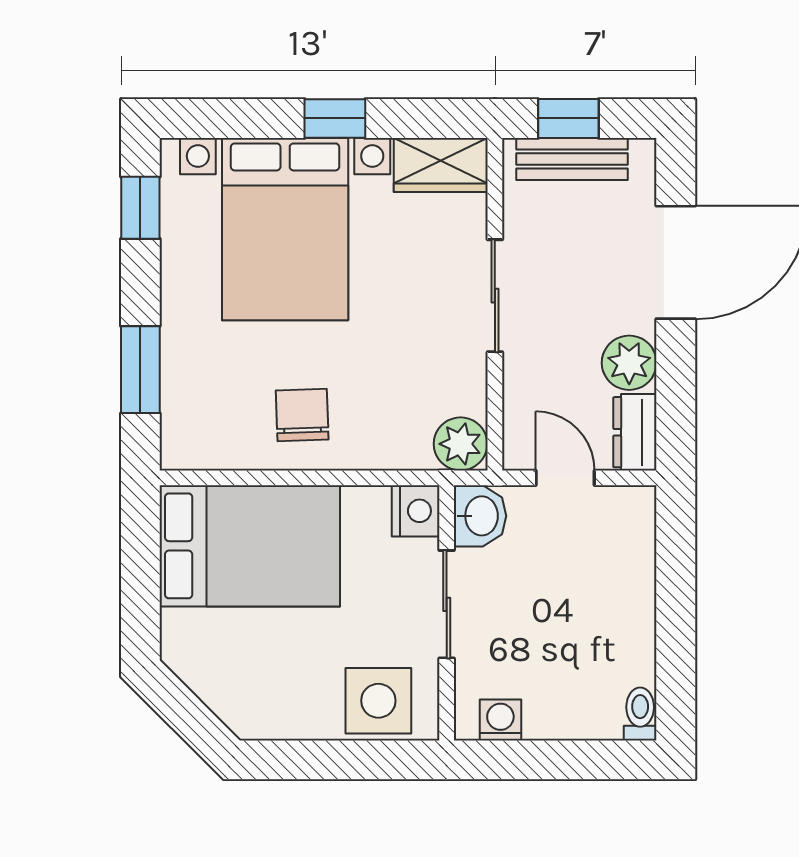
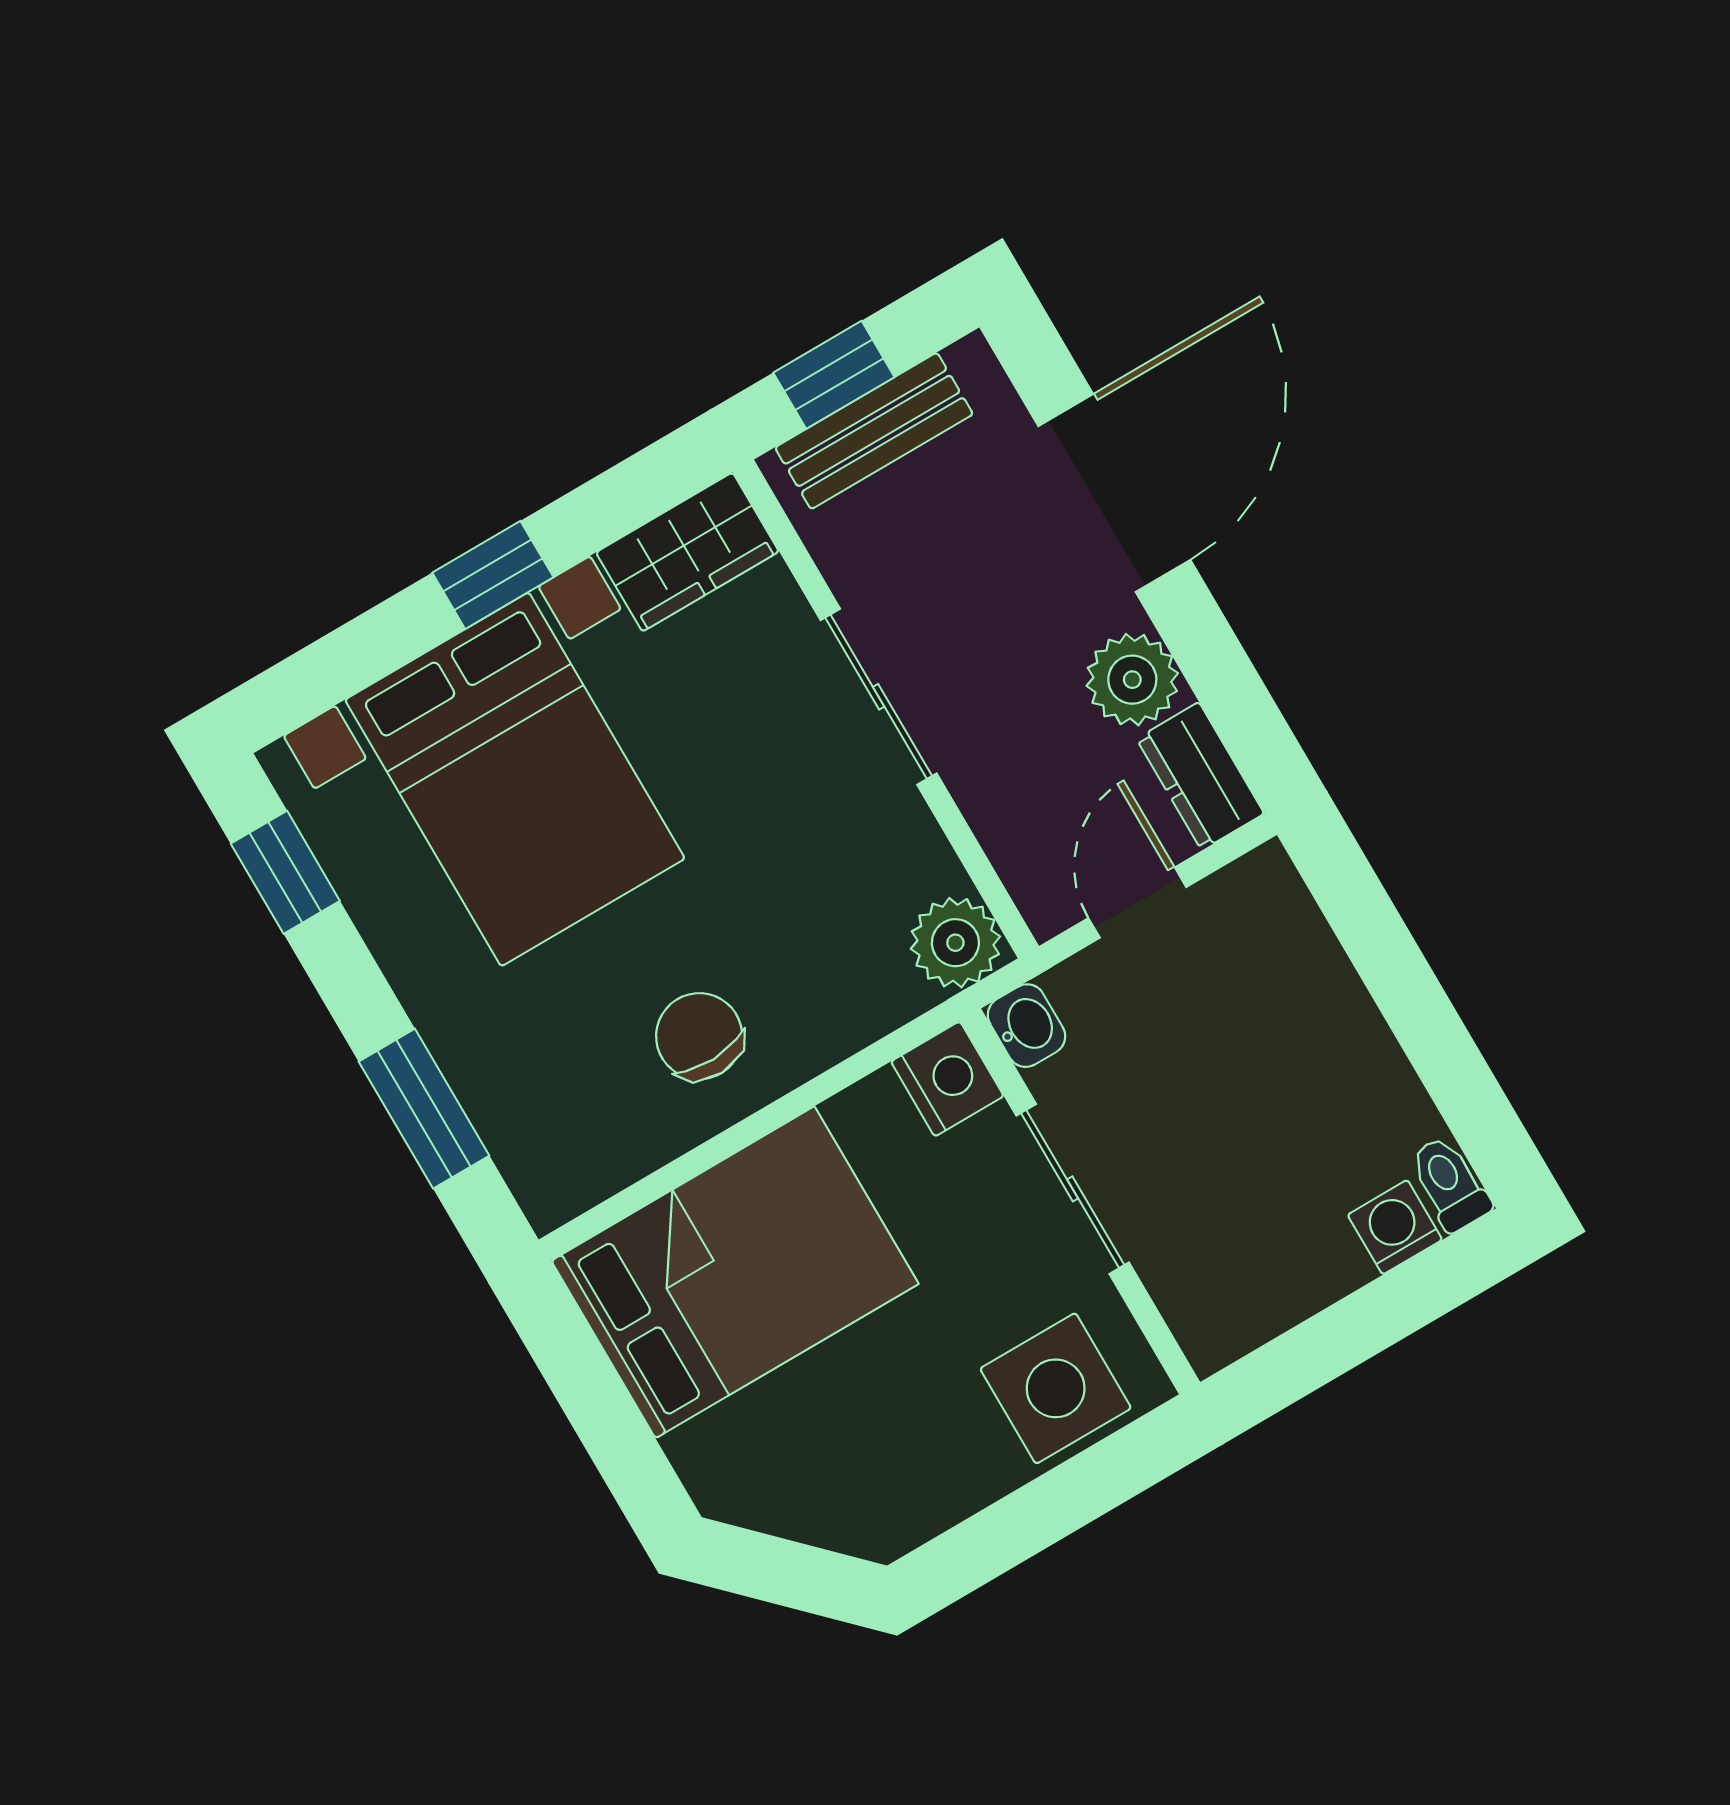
door: (565, 478) -> (1137, 903), hinge flipped
washbasin: (480, 516) -> (1026, 1026), width x0.72, depth x0.69
washing machine: (500, 720) -> (1395, 1227), moved

